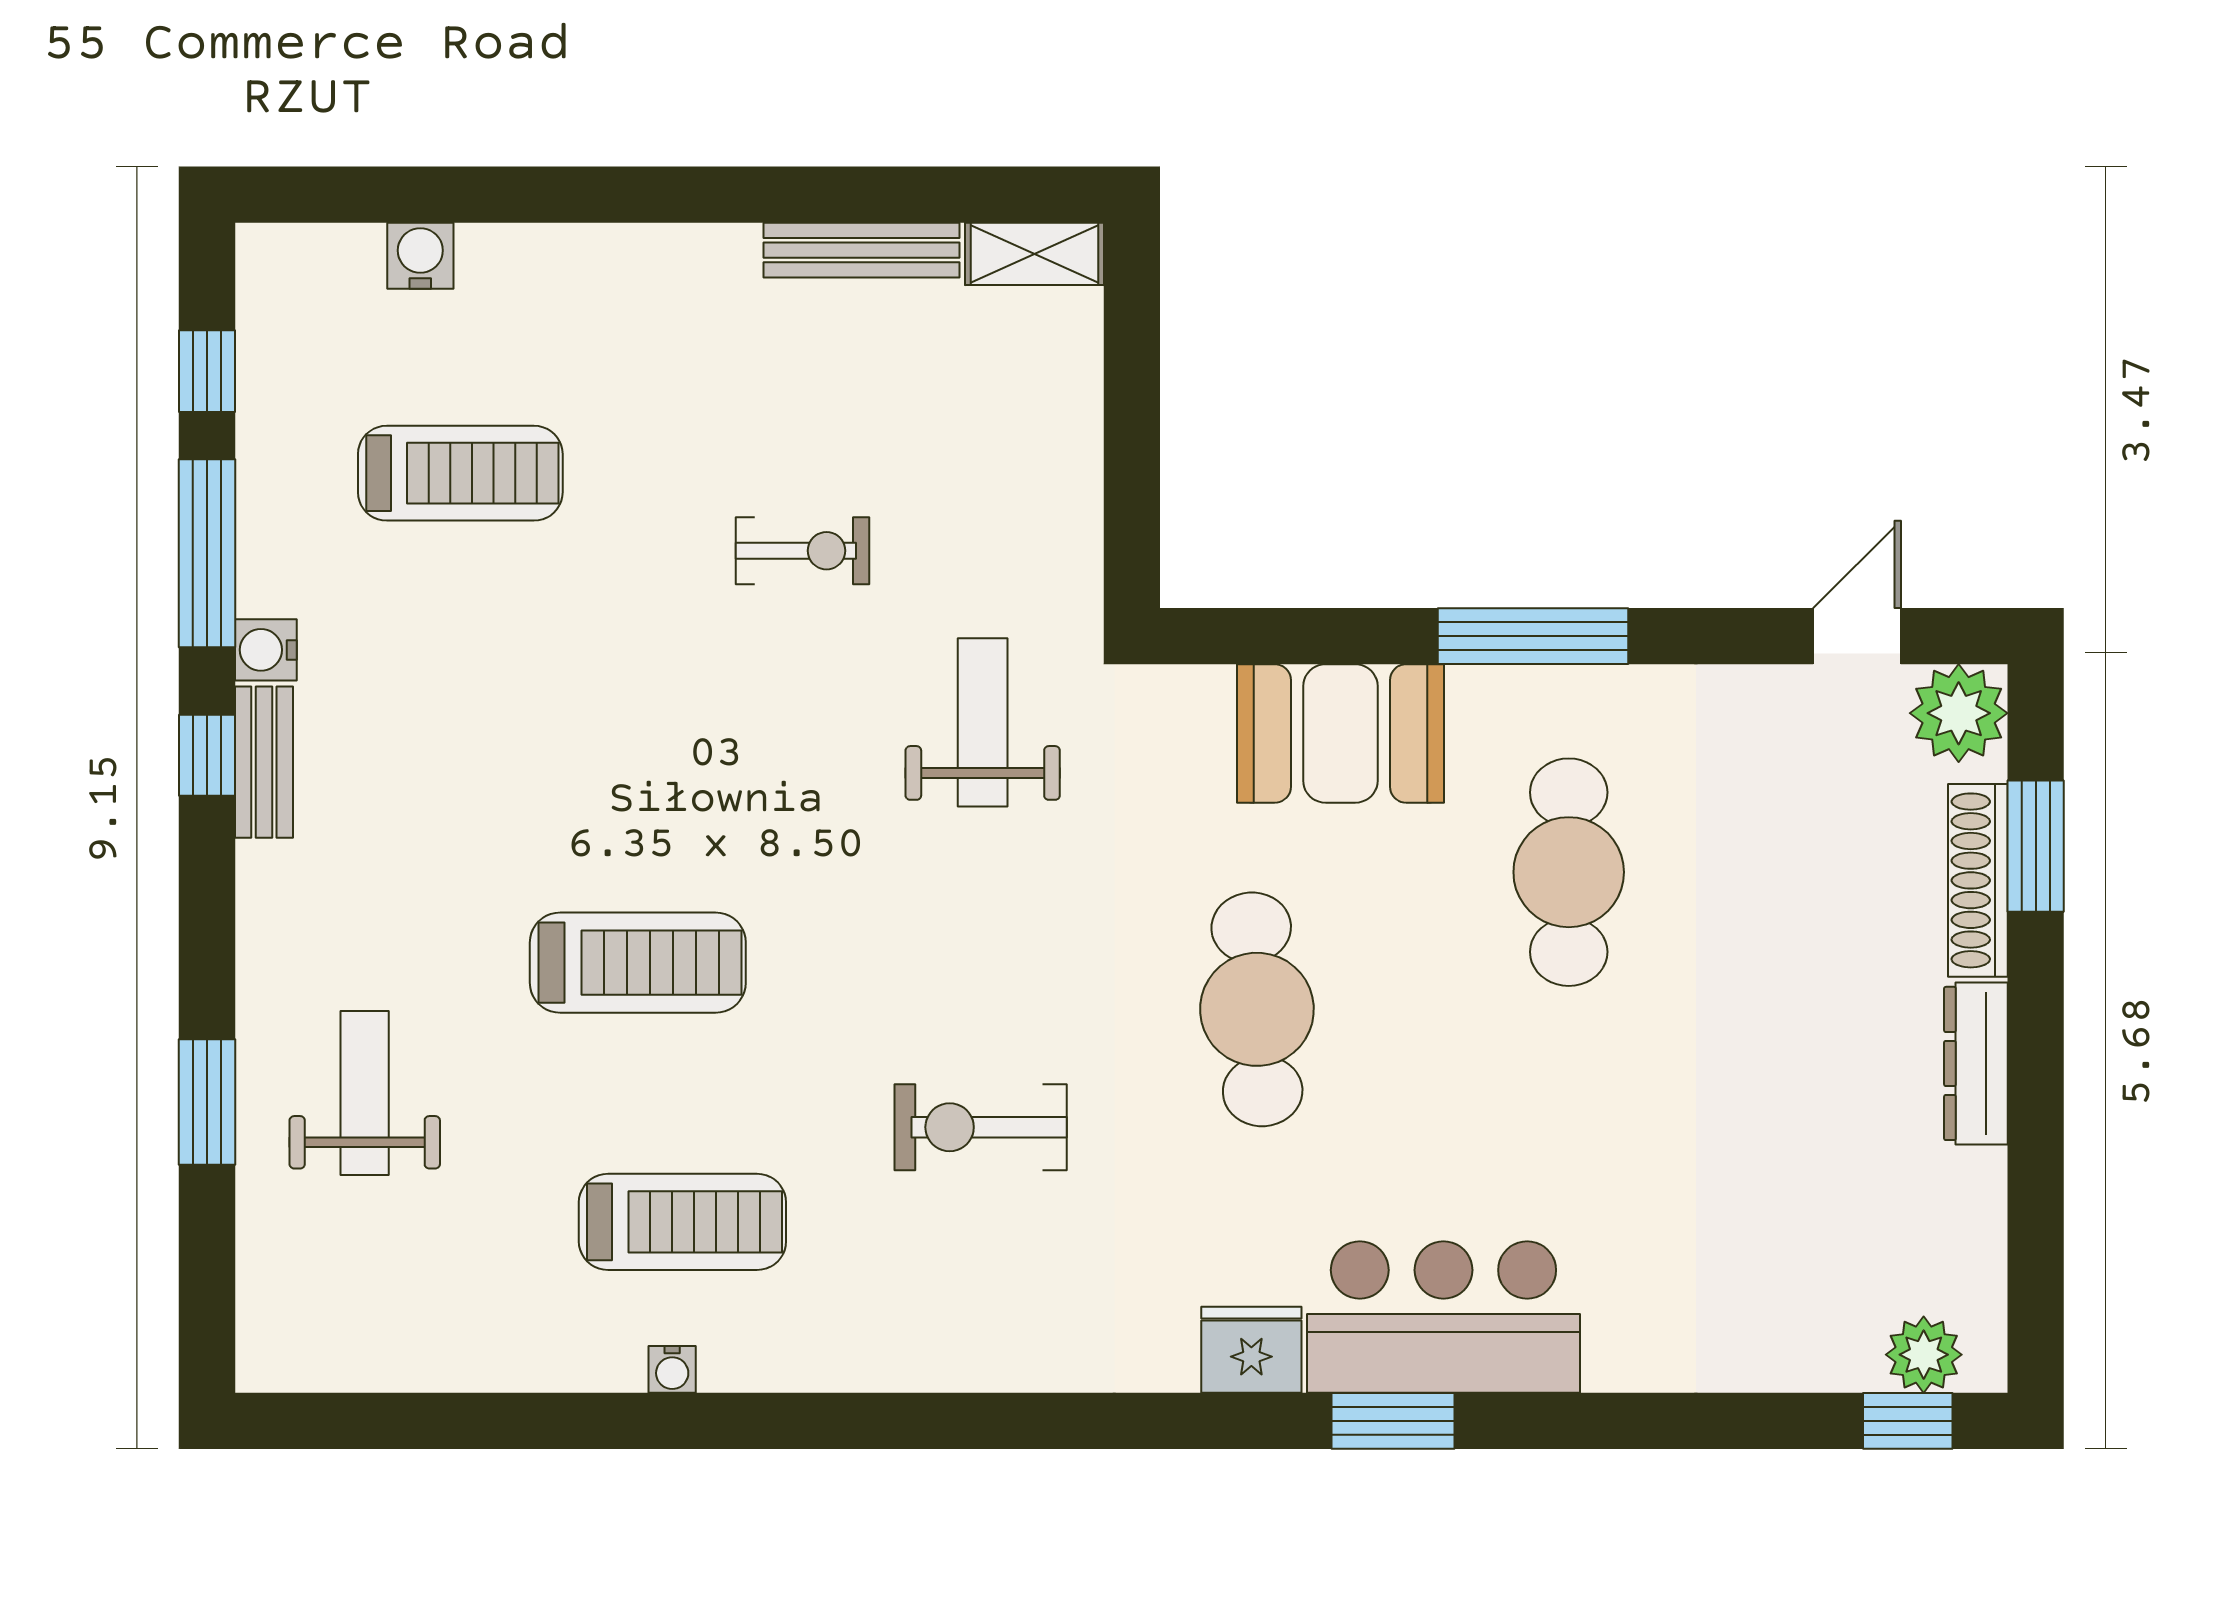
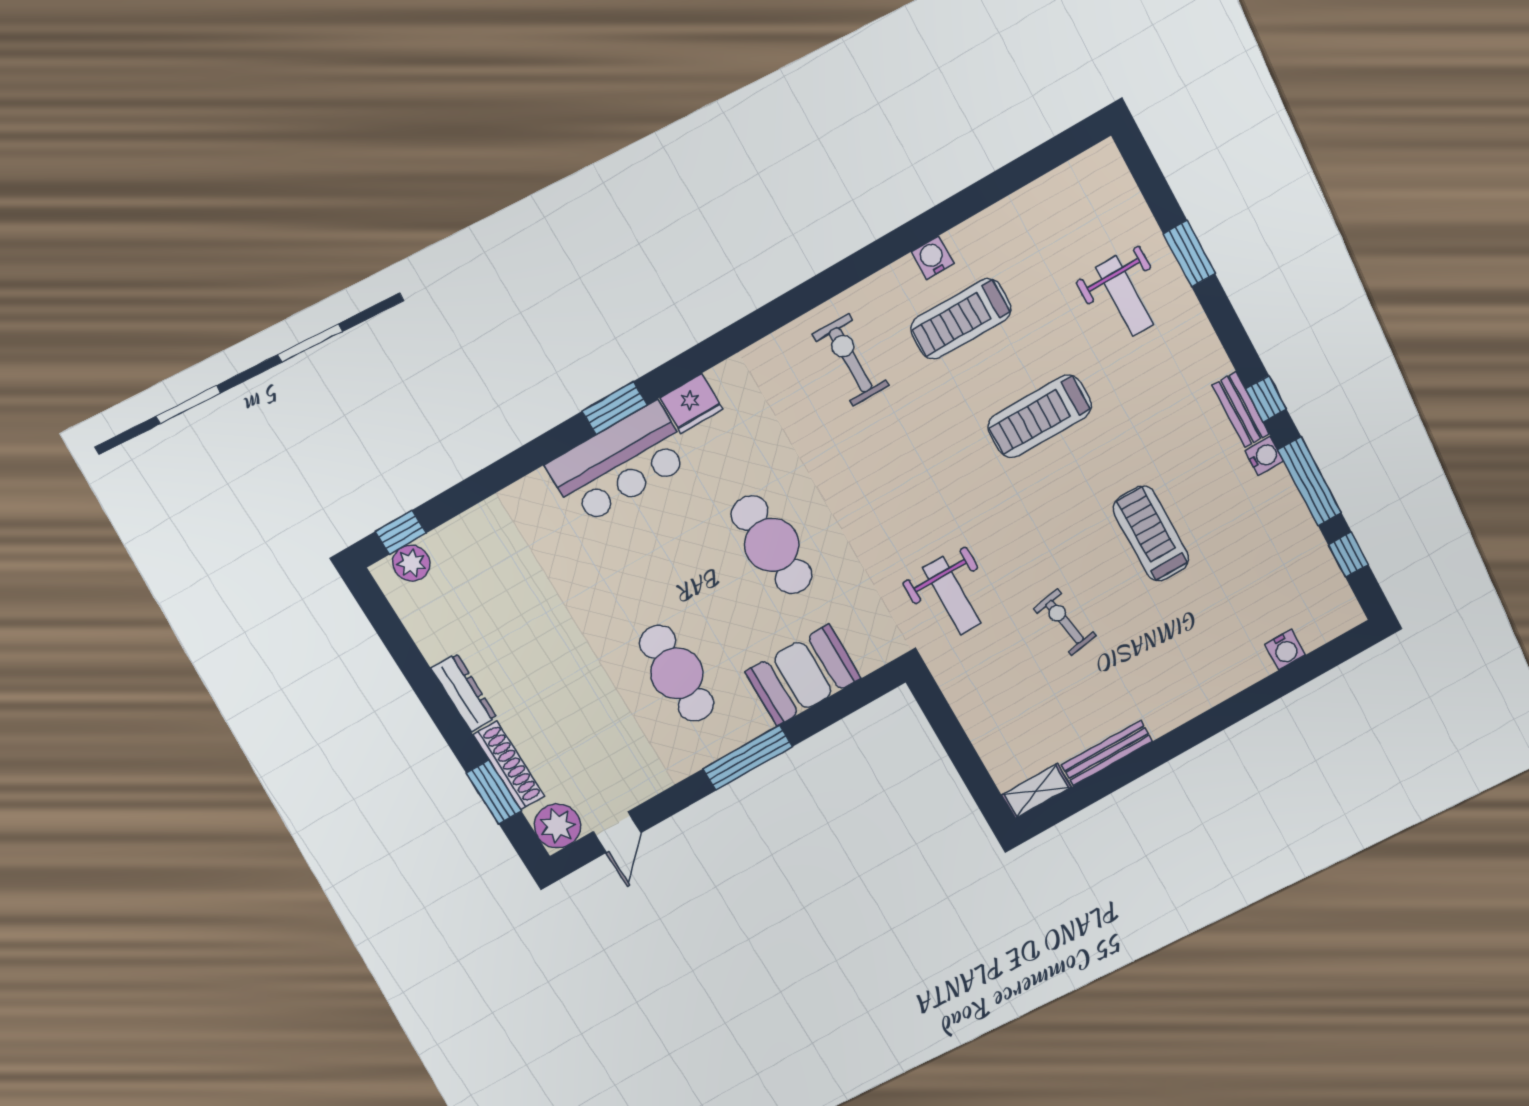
treadmill: (460, 473) -> (1151, 534), moved, turned 90
exercise bike: (803, 551) -> (1065, 622), turned 80
exercise bike: (981, 1127) -> (851, 360), moved, turned -90
water cooler: (672, 1369) -> (933, 258), width x1.38, depth x1.38

